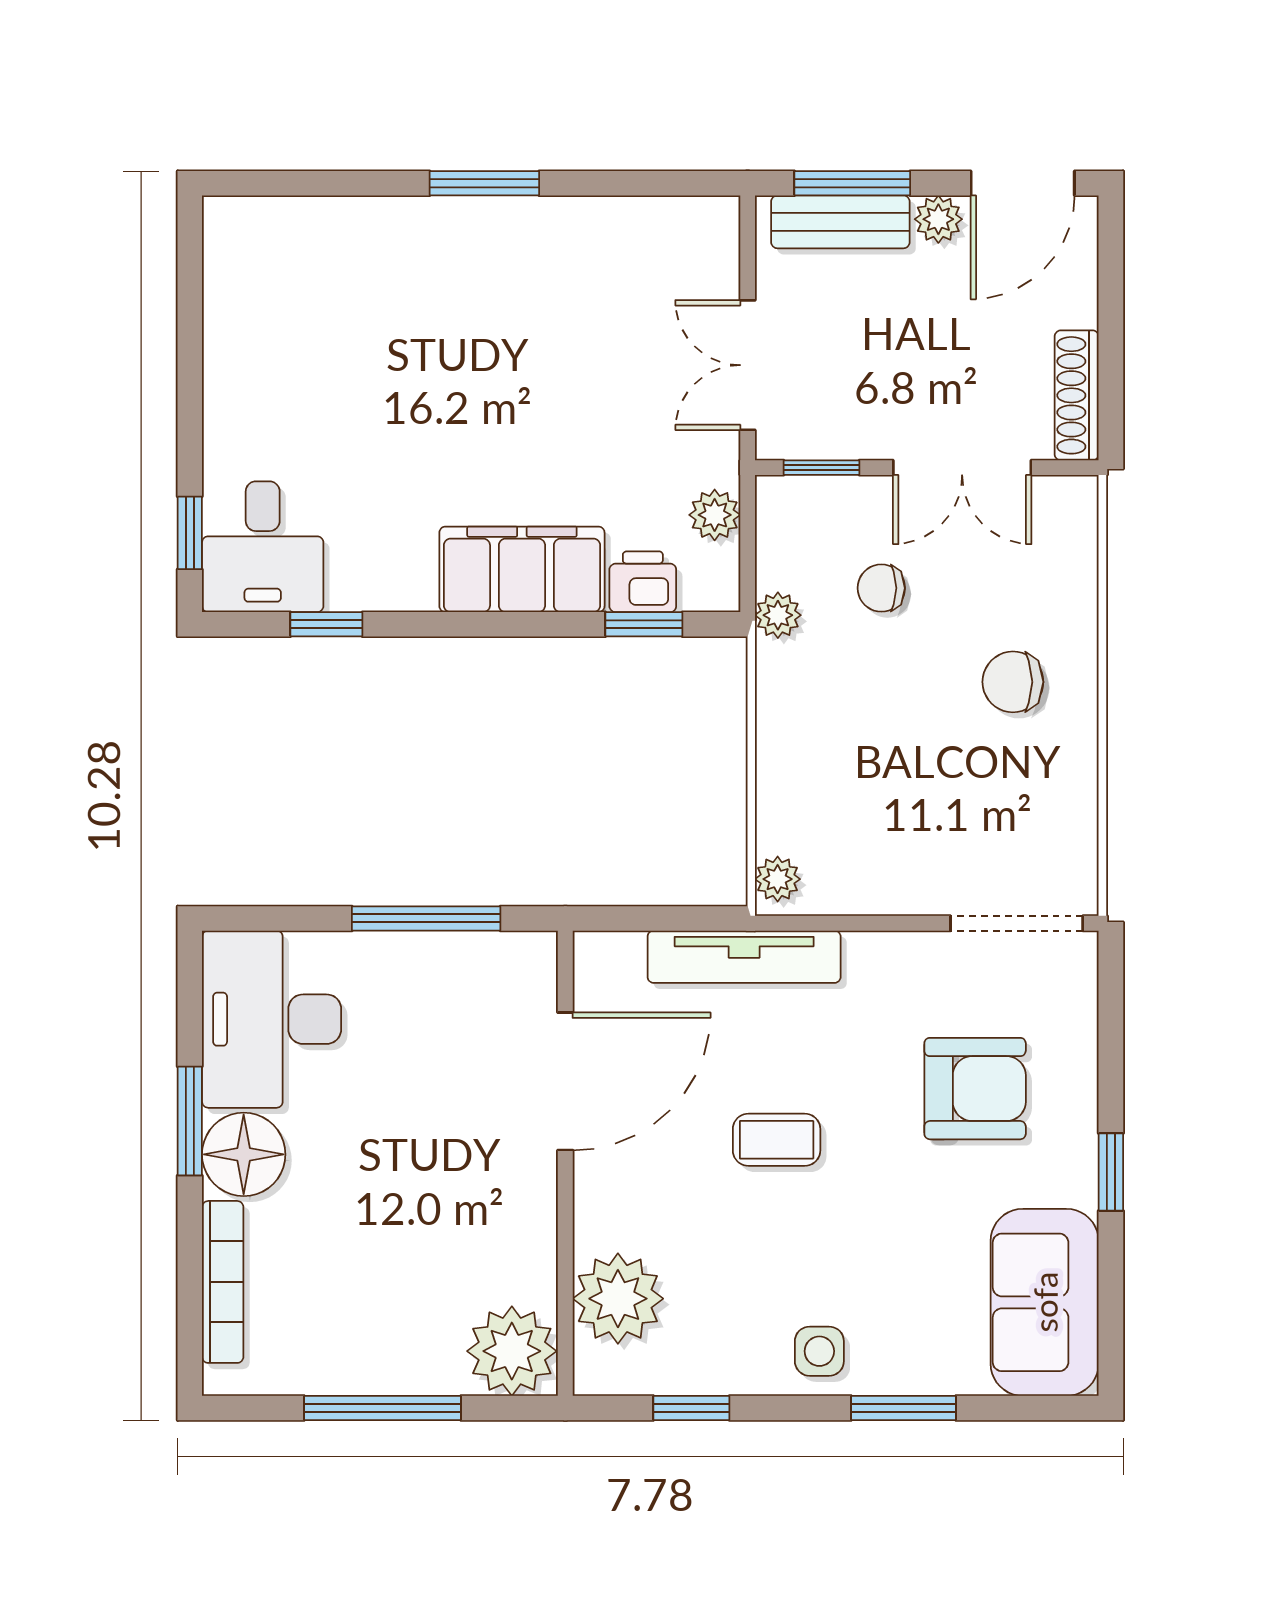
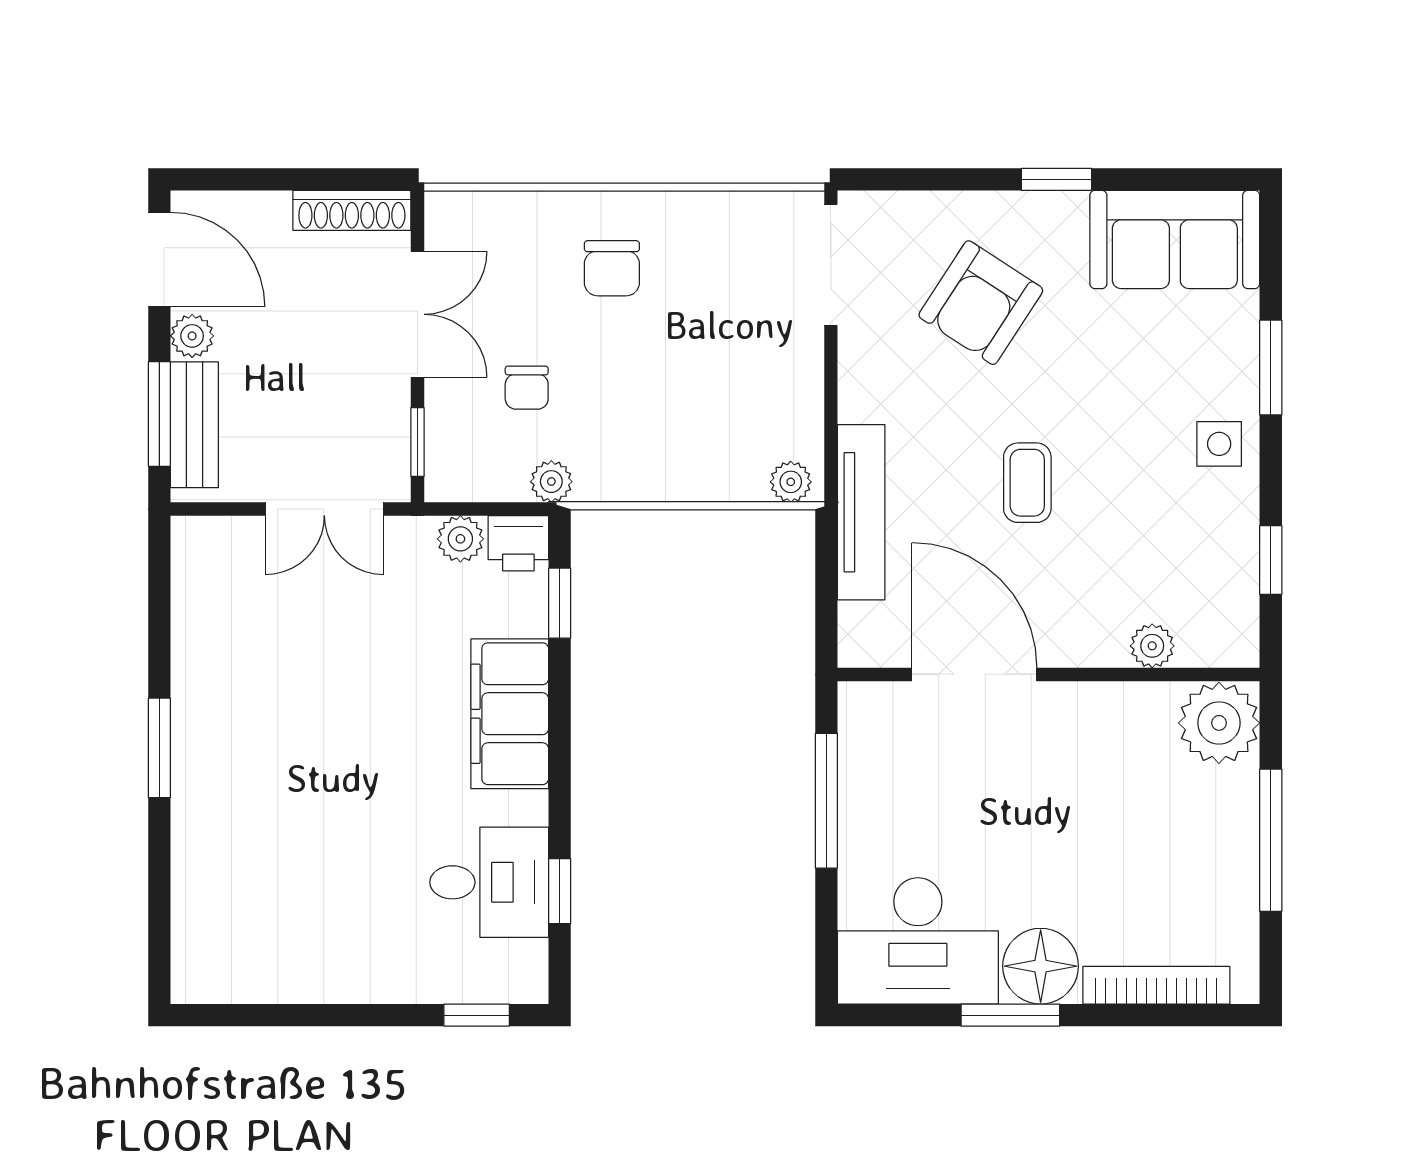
desk: (263, 547) -> (489, 882), moved
printer: (643, 582) -> (518, 543), moved, turned -90
armchair: (975, 1089) -> (981, 303), turned -147
plant: (618, 1299) -> (1152, 646), width x0.53, depth x0.53

